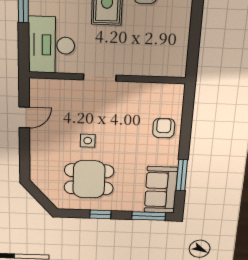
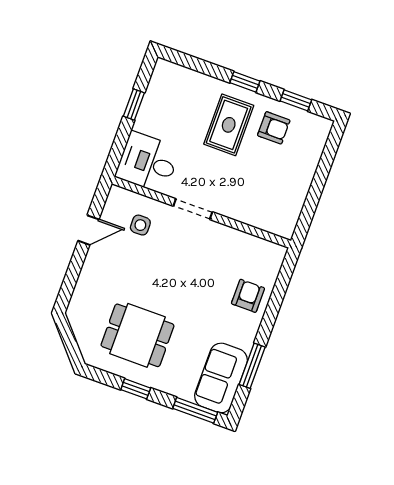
desk: (51, 45) -> (148, 162), width x0.73
side table: (88, 141) -> (140, 225), moved

